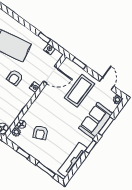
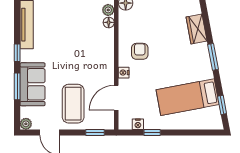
armchair: (15, 78) -> (140, 51), moved
armchair: (40, 133) -> (82, 28), removed

